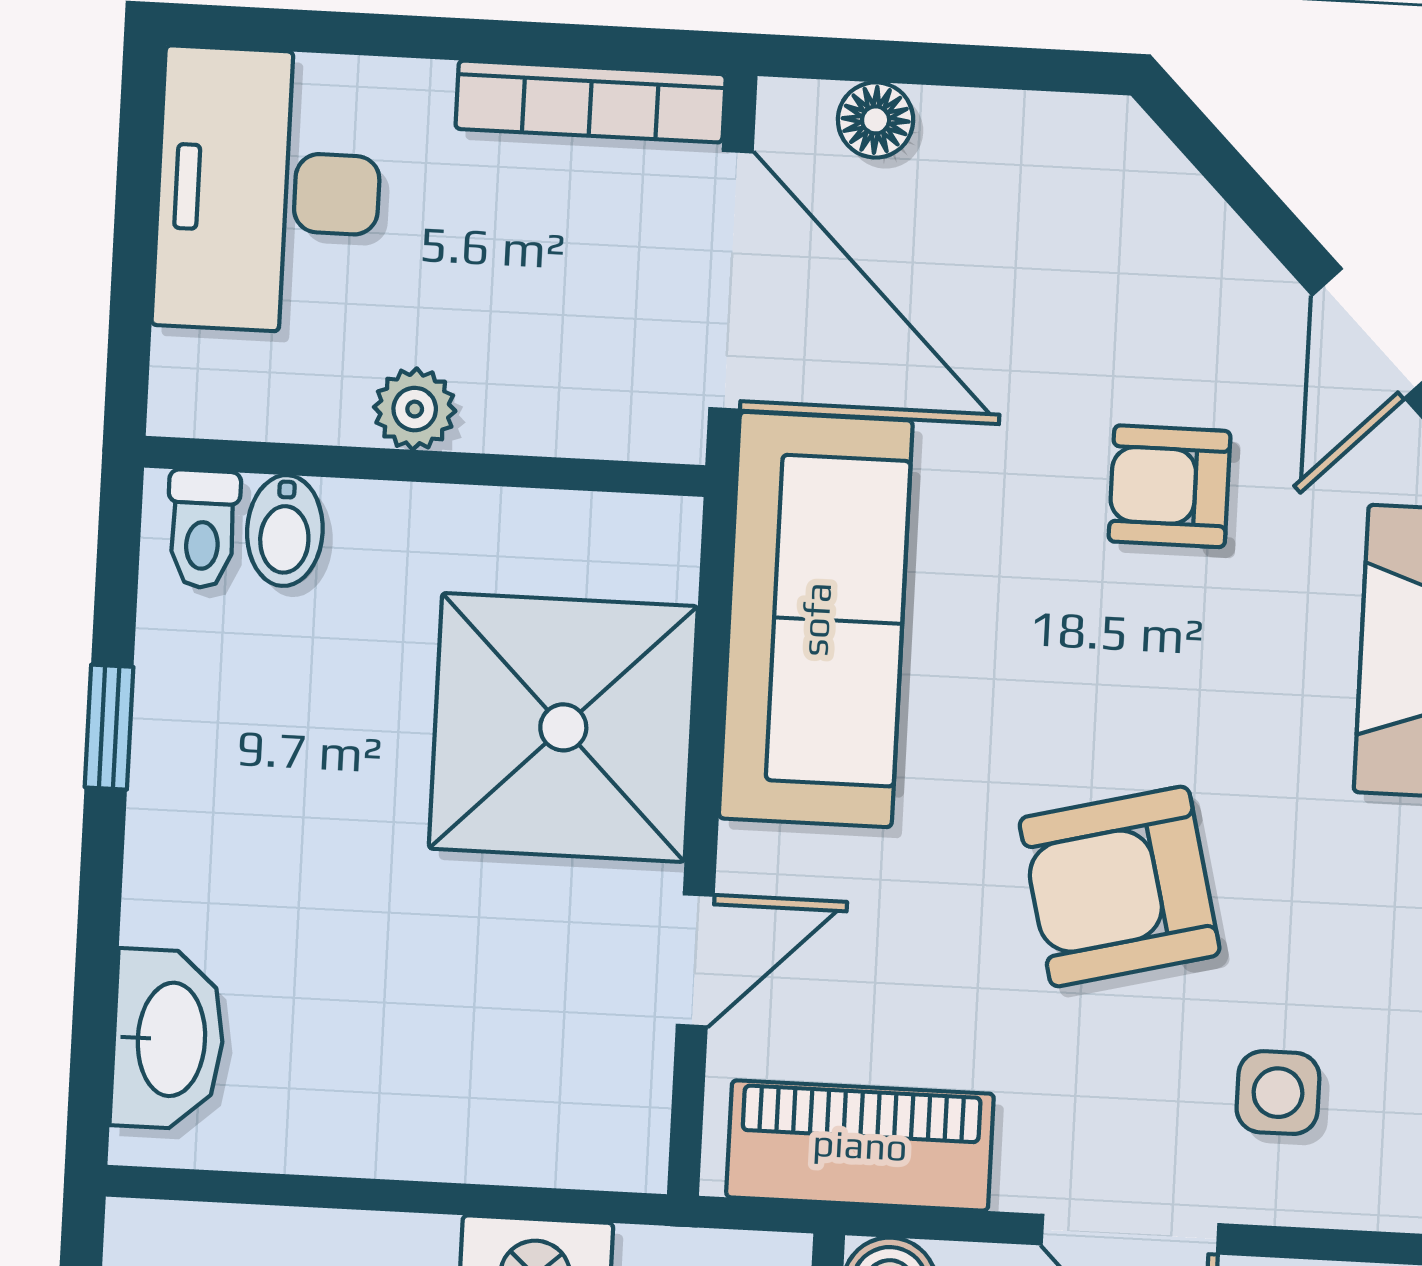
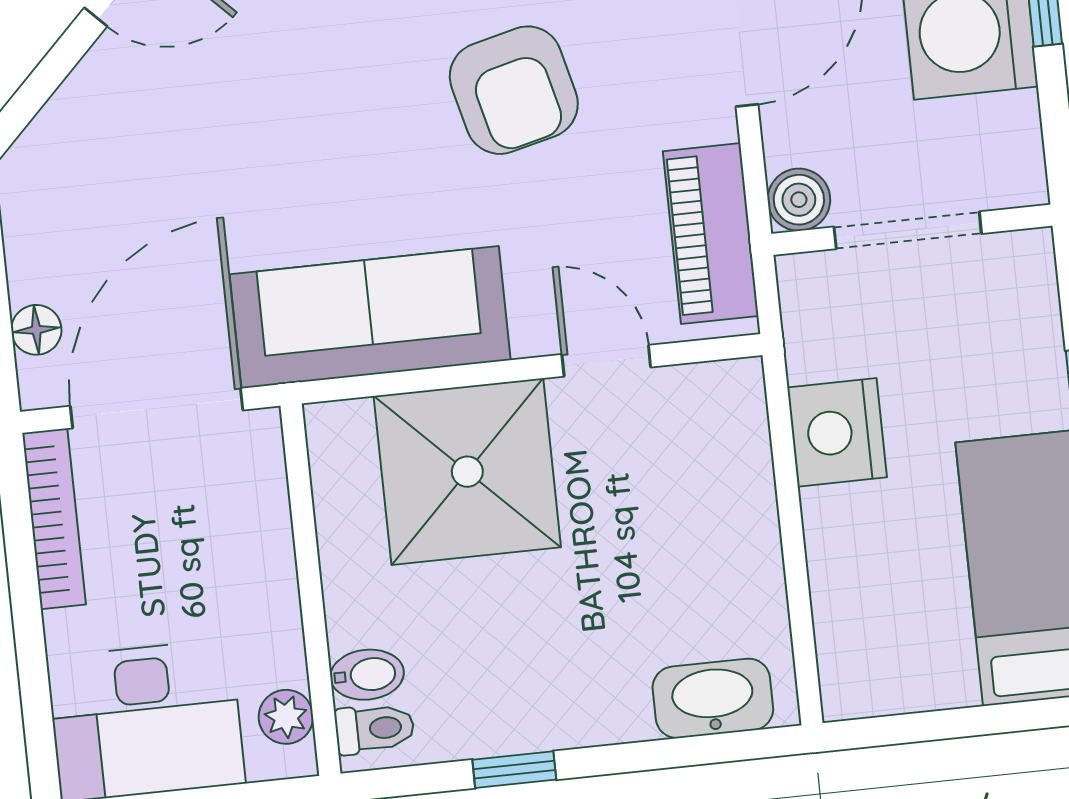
plant: (415, 409) -> (286, 717), moved
armchair: (1170, 486) -> (246, 99), removed

